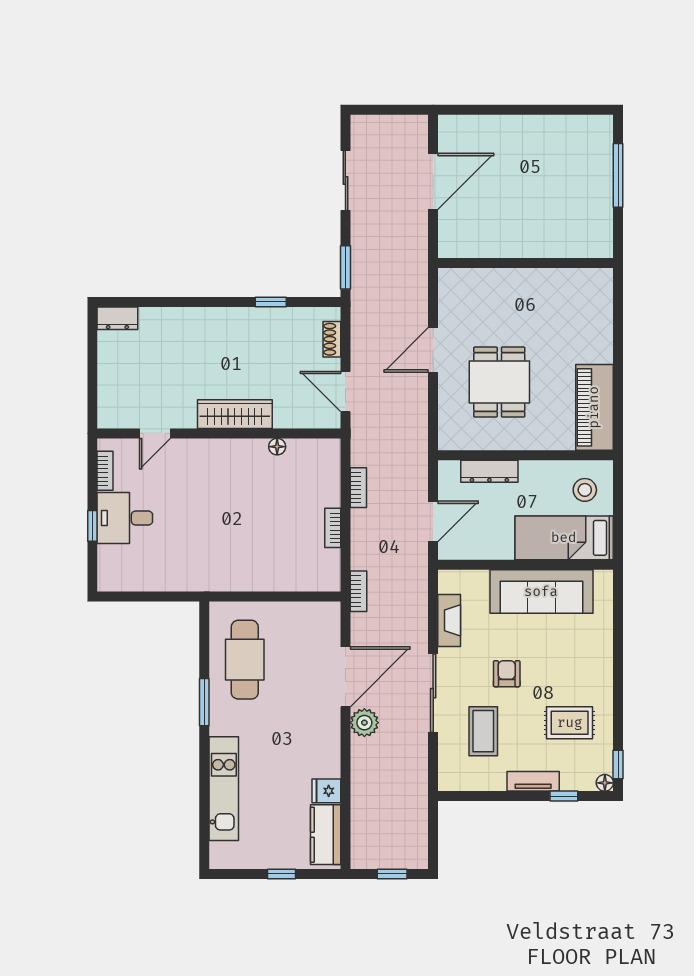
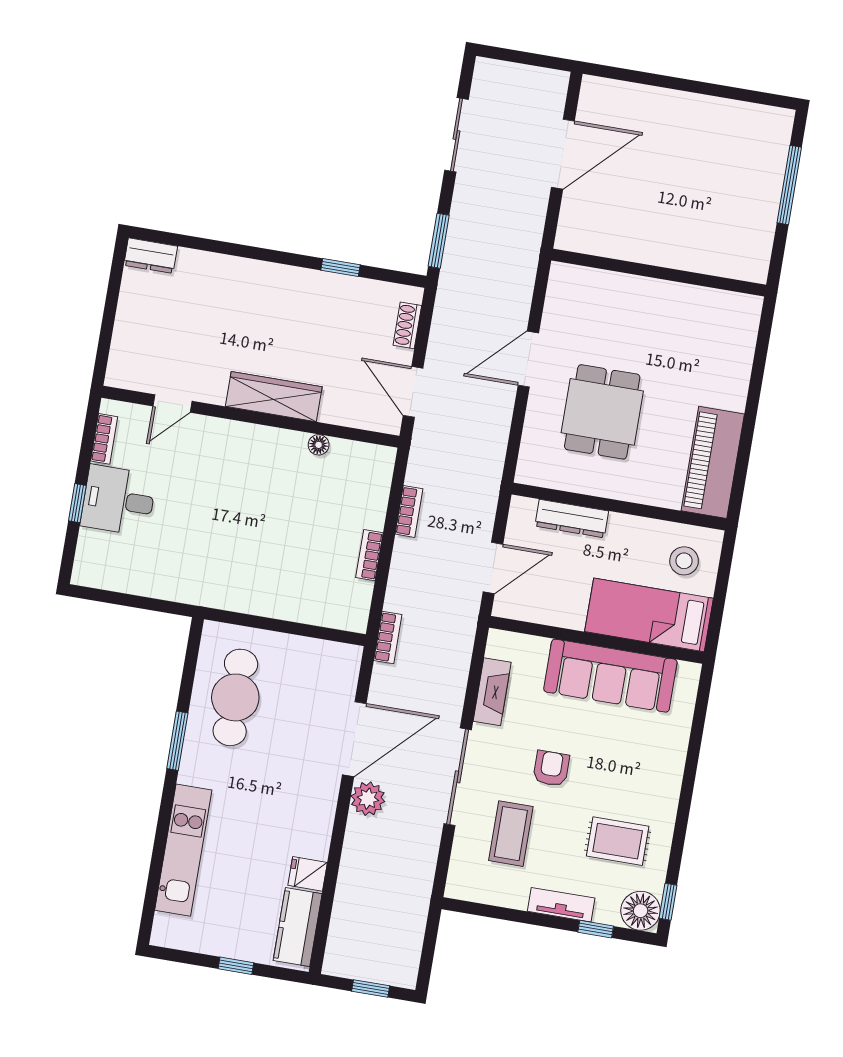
floor lamp: (605, 783) -> (641, 911), width x1.89, depth x1.89

